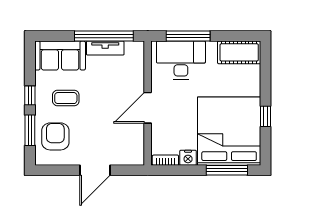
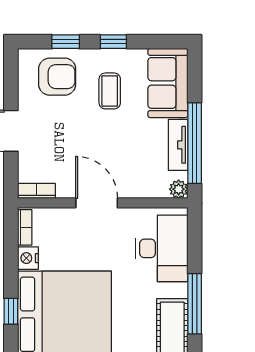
window: (188, 36) -> (195, 304), moved
plant: (138, 48) -> (179, 189), added
window: (30, 130) -> (66, 42), width x0.67
bookcase: (139, 152) -> (36, 191), added
window: (227, 170) -> (11, 311), width x0.46

